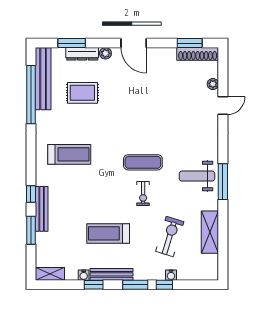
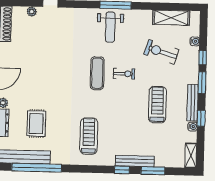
shelving: (210, 232) -> (171, 18), moved
treadmill: (108, 233) -> (157, 105), turned 180
water cooler: (171, 275) -> (195, 41), moved

